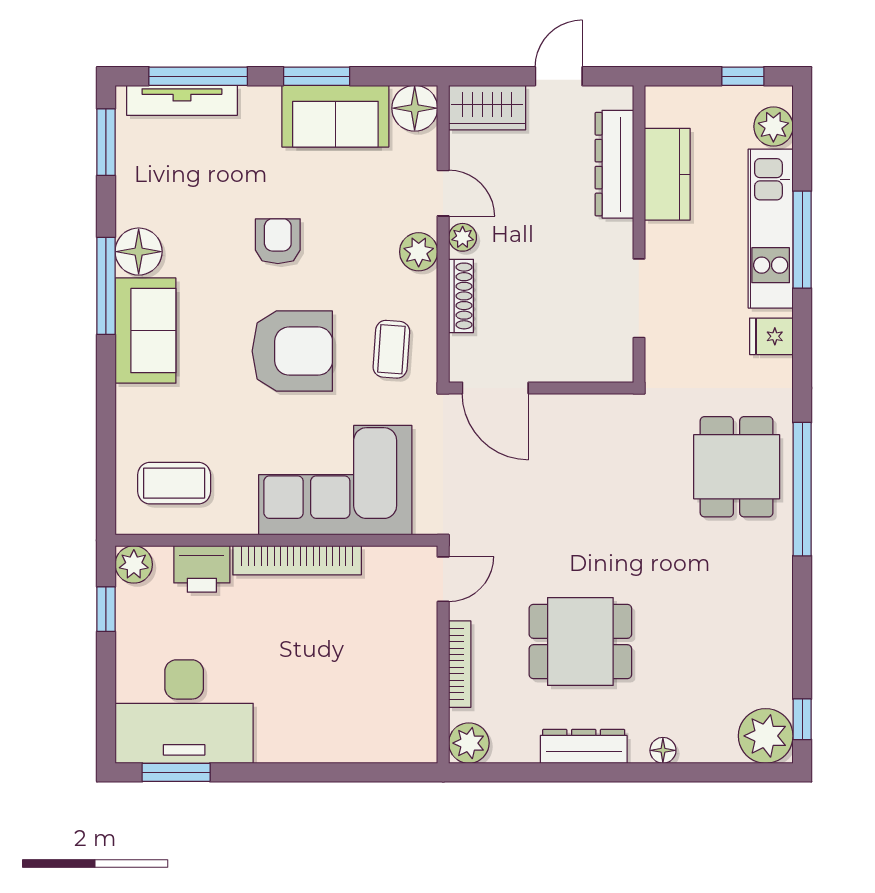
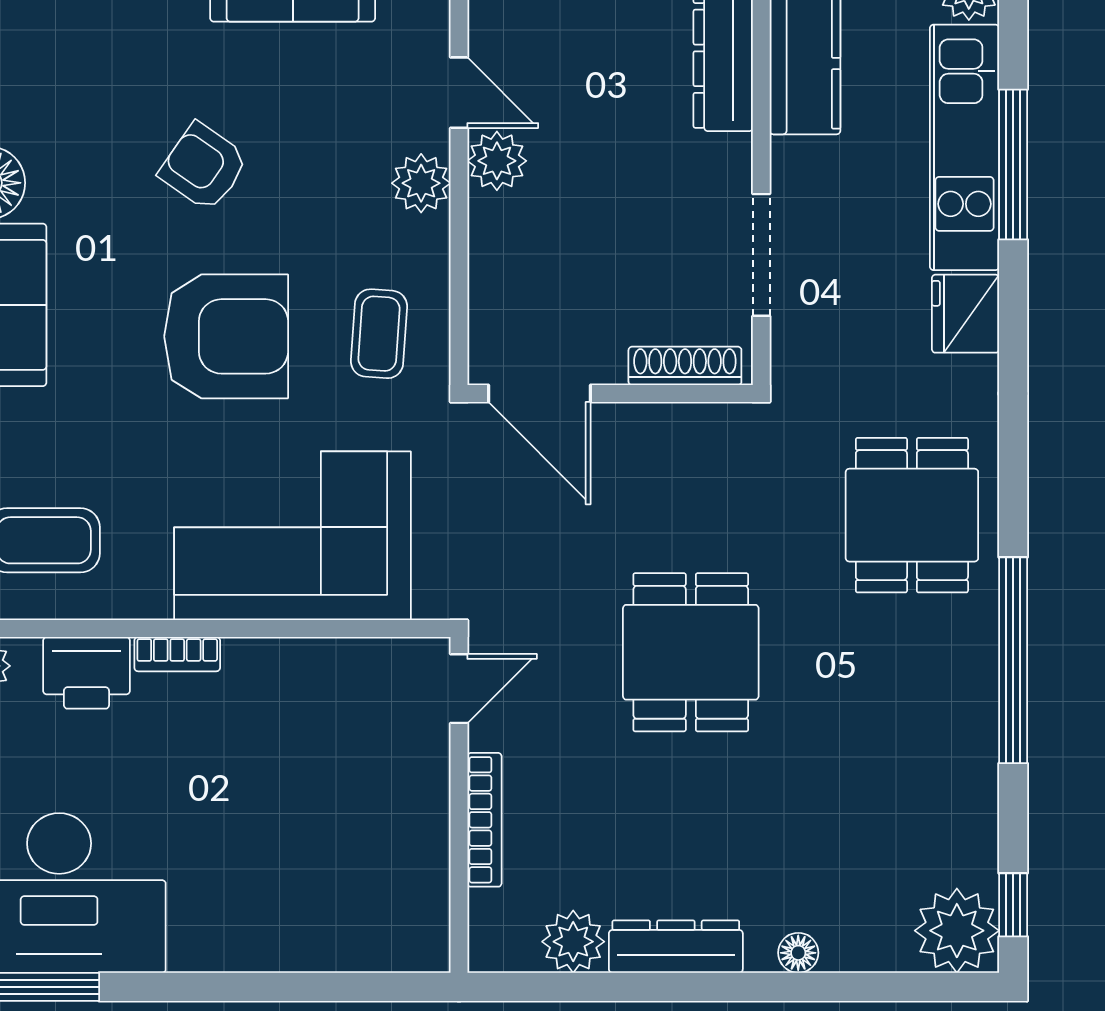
plant: (463, 237) -> (497, 161), width x1.38, depth x1.38
armchair: (278, 241) -> (204, 167), turned -55
shoe rack: (461, 296) -> (685, 366), moved, turned -90
fridge: (771, 336) -> (965, 314), width x1.38
window: (802, 489) -> (1013, 660), moved
bookcase: (297, 560) -> (177, 654), width x0.43, depth x0.76
dining table: (580, 641) -> (691, 652), moved, turned 90
plant: (469, 743) -> (573, 942), moved

